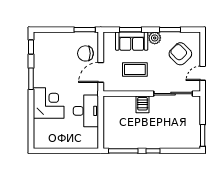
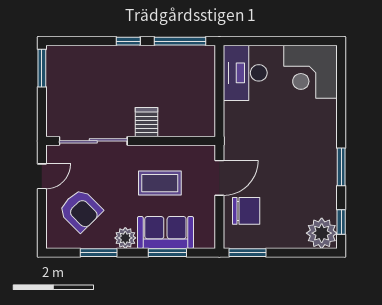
plant: (42, 41) -> (322, 233), added
corner desk: (49, 103) -> (310, 72), moved
desk: (86, 111) -> (245, 73), moved

